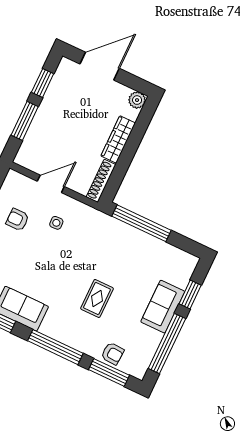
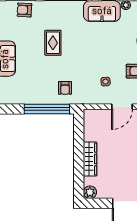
shoe rack: (101, 181) -> (88, 125), removed
armchair: (108, 238) -> (65, 88), added

